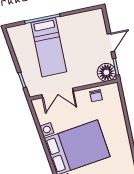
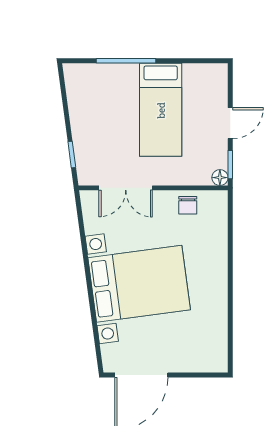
bed: (49, 47) -> (161, 110), moved
floor lamp: (106, 72) -> (220, 178), width x0.53, depth x0.53

